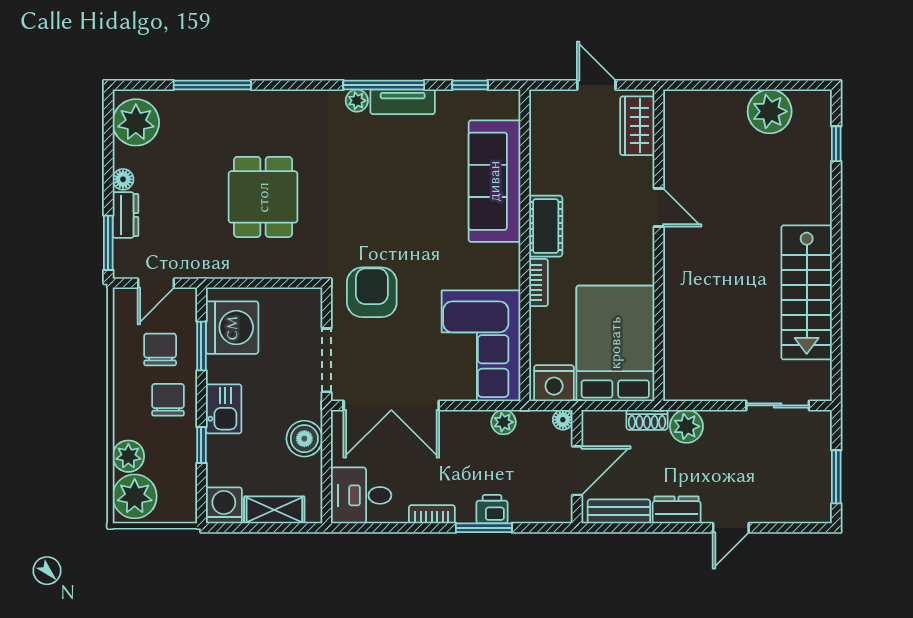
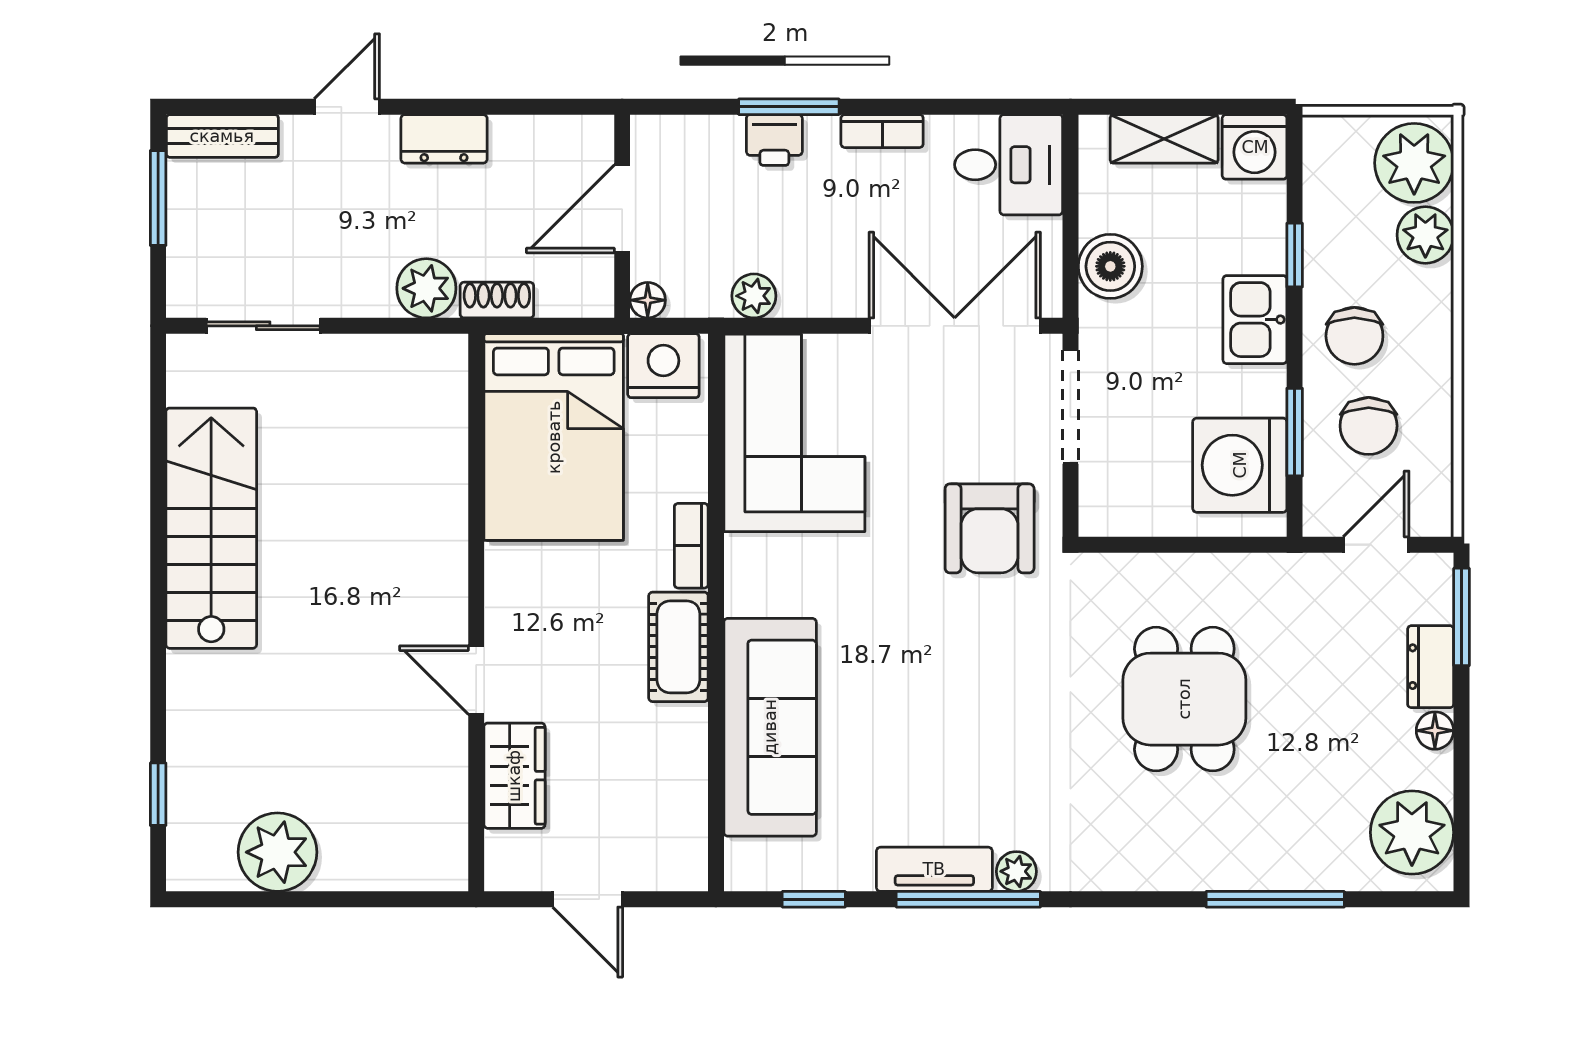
wardrobe: (637, 126) -> (514, 776), moved
bench: (619, 511) -> (222, 136), moved

